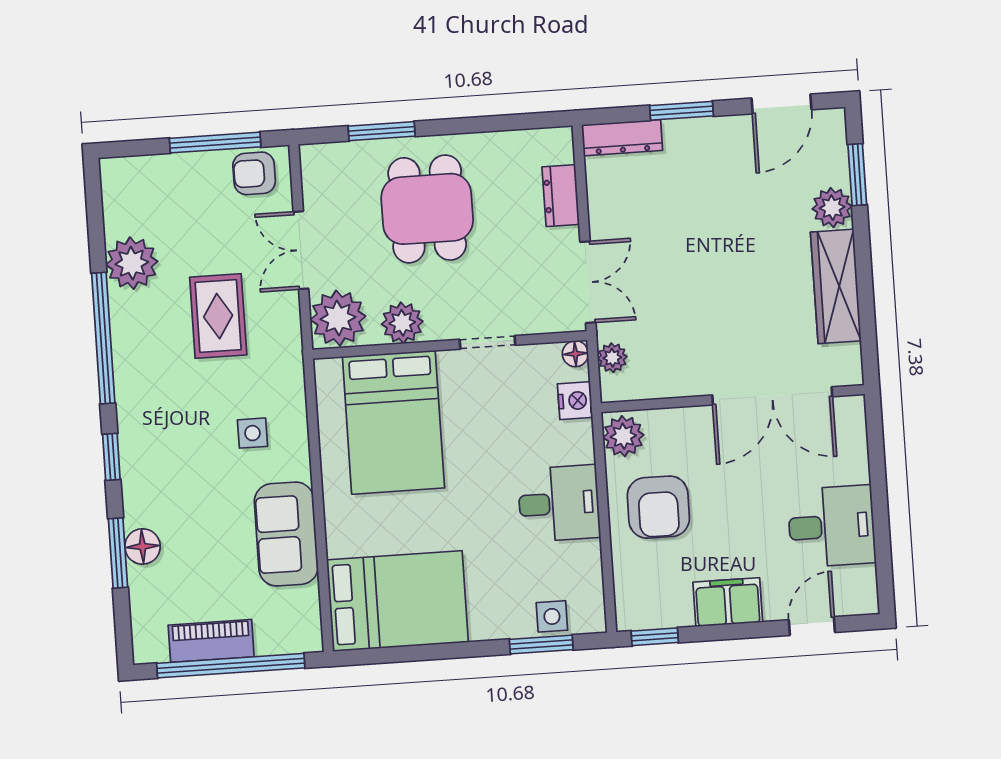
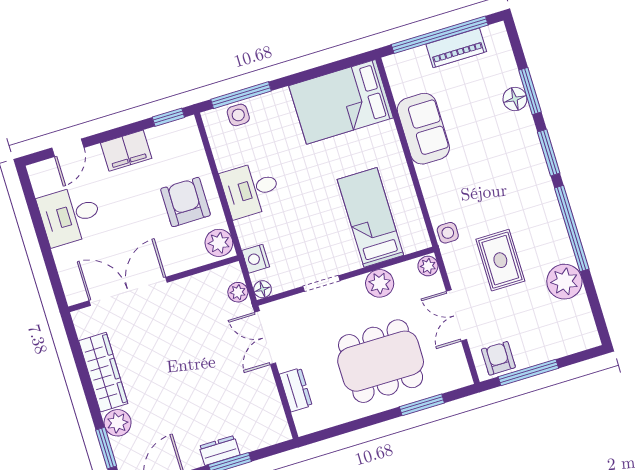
dresser: (622, 138) -> (219, 450), moved, width x0.70
armchair: (254, 173) -> (498, 358), turned -90
dining table: (427, 209) -> (381, 361), width x1.38
double door: (301, 250) -> (456, 315), swing flipped
plant: (338, 318) -> (428, 266), width x0.53, depth x0.53
bed: (393, 422) -> (370, 217), width x0.67
side table: (252, 433) -> (448, 233), moved
window: (111, 457) -> (549, 153), width x1.50
window: (541, 645) -> (241, 95), width x1.44

